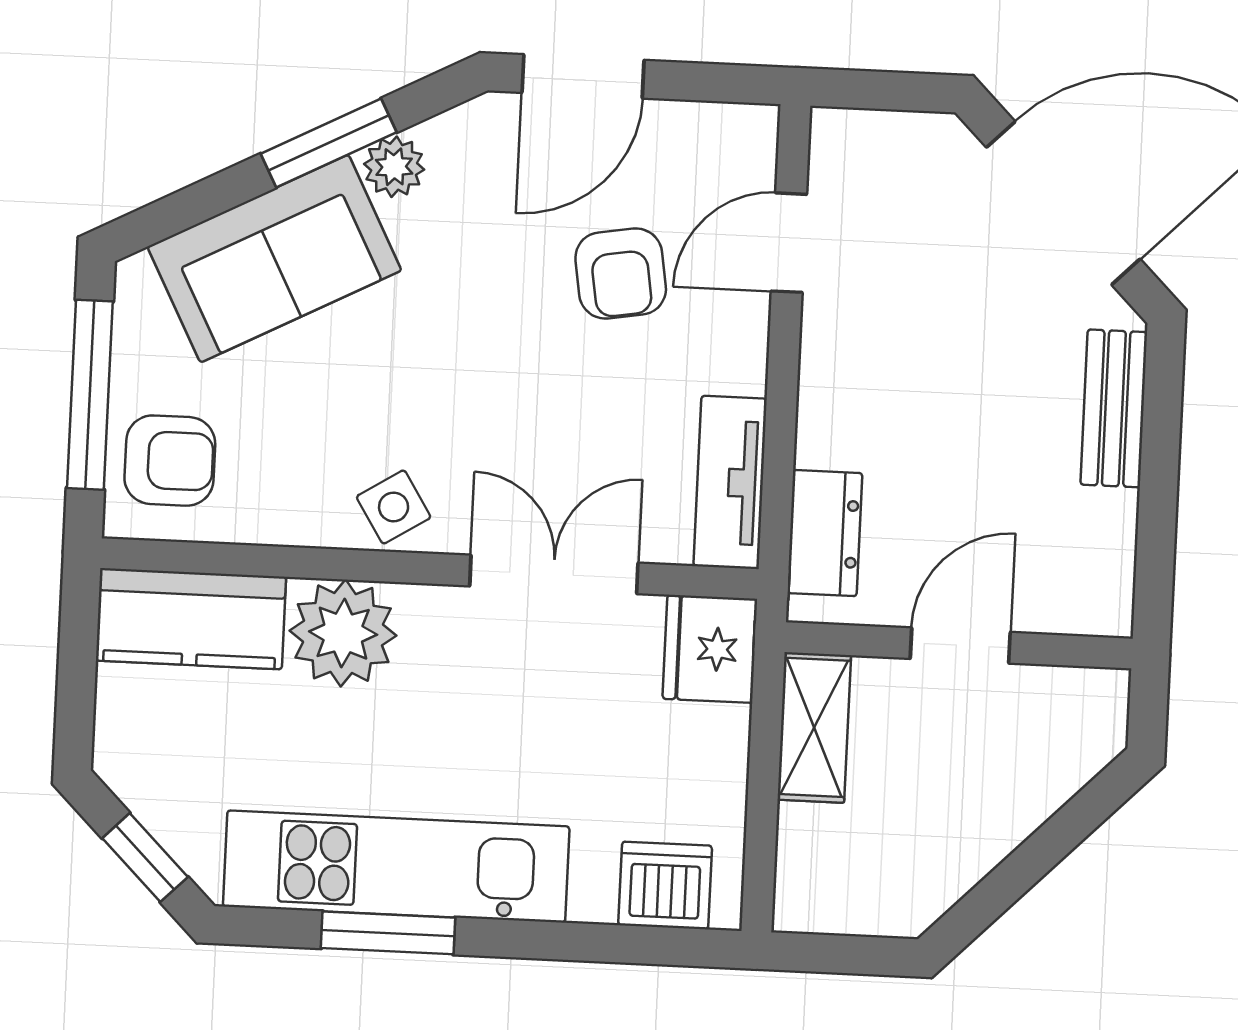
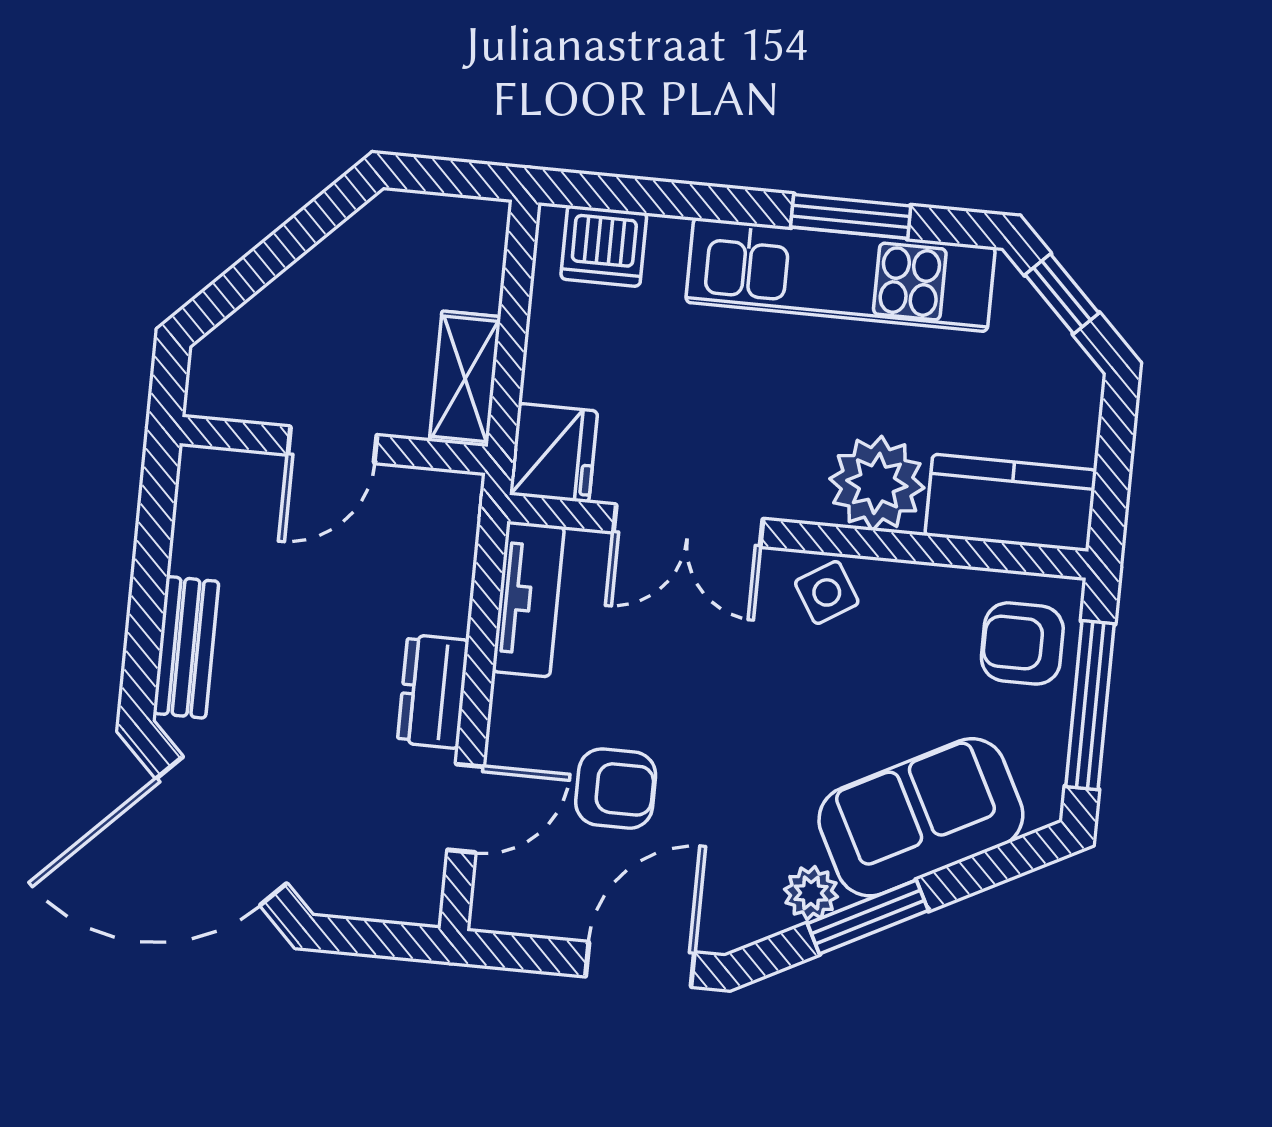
armchair: (621, 274) -> (616, 789), turned 99
dresser: (825, 533) -> (433, 691), moved

